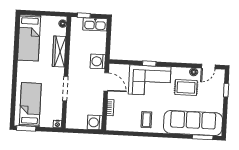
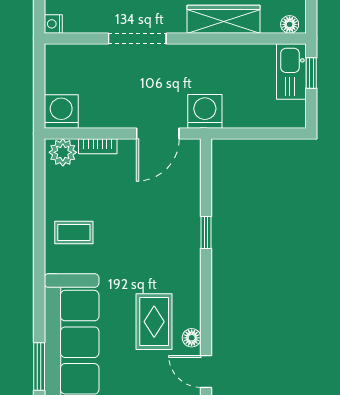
kitchen sink: (95, 24) -> (291, 72), moved
corner sofa: (150, 80) -> (166, 235), removed
plant: (112, 123) -> (63, 152), added

